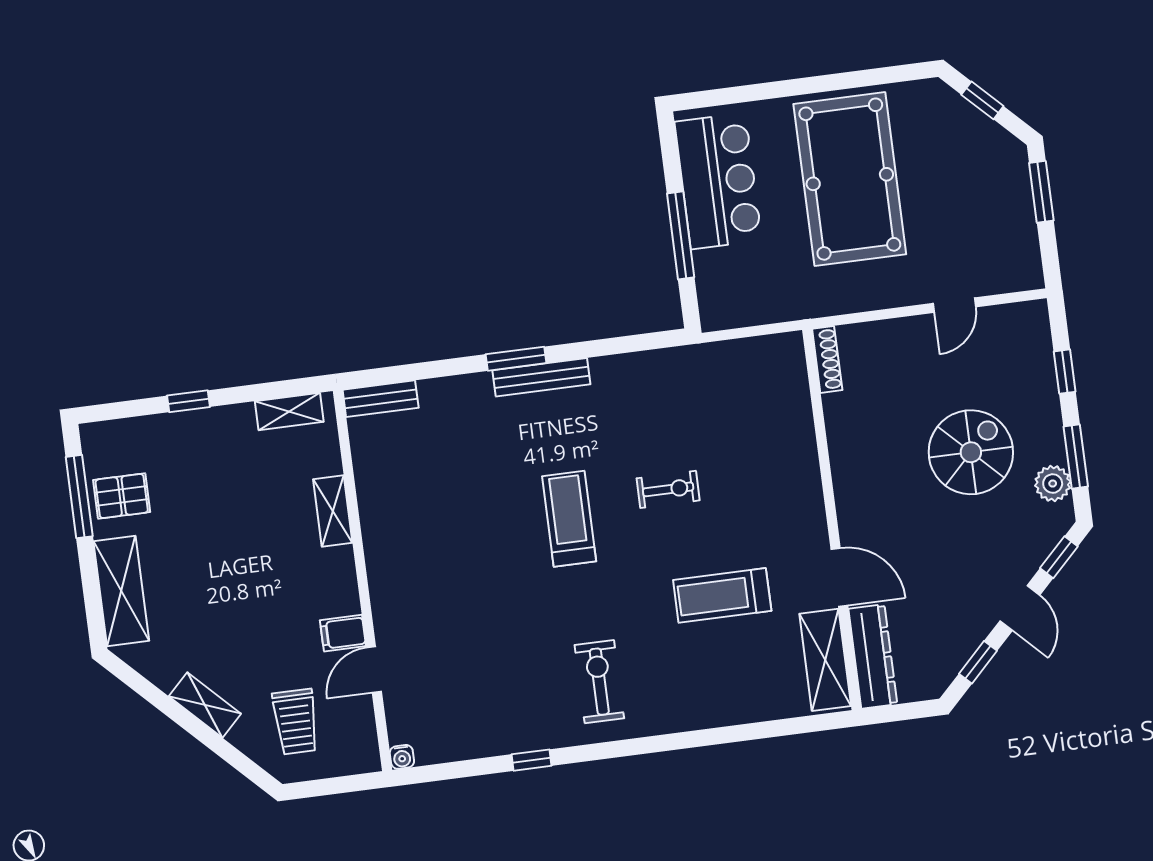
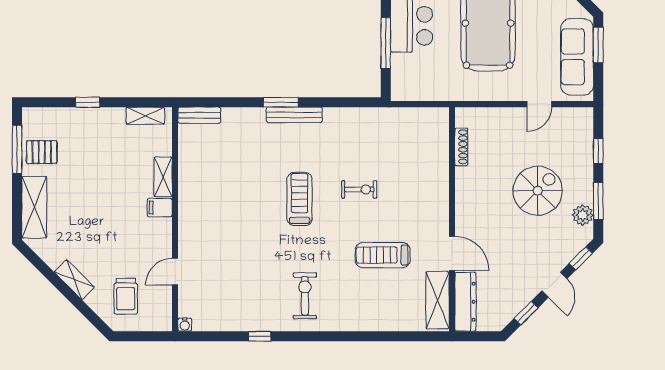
sofa: (1008, 217) -> (577, 57), added
shoe rack: (827, 359) -> (461, 147), moved
filing cabinet: (343, 633) -> (160, 208), moved

